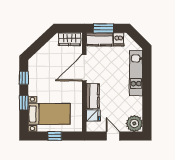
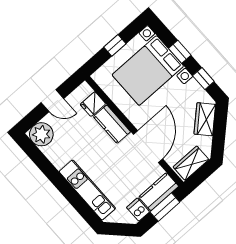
wardrobe: (42, 56) -> (205, 119), added
bed with nightstands: (49, 114) -> (148, 71), width x1.36

